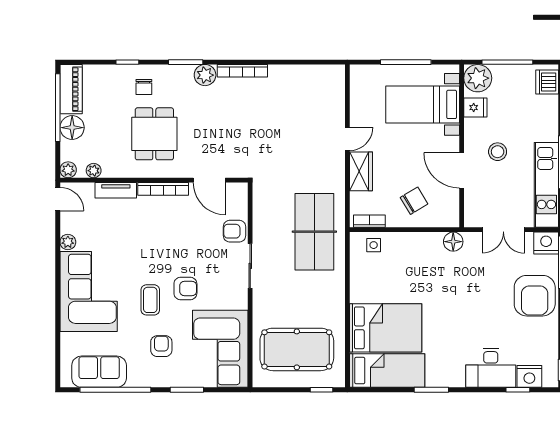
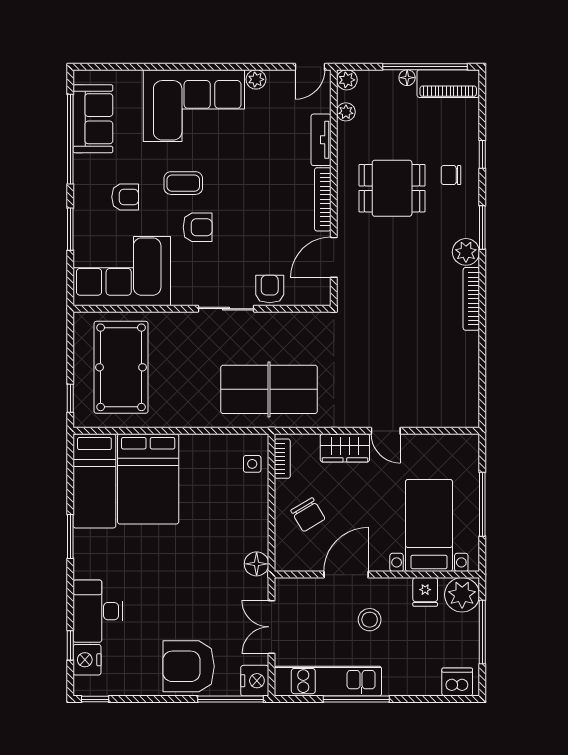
floor lamp: (72, 128) -> (407, 78), width x0.53, depth x0.53
armchair: (185, 289) -> (198, 227), turned -90

